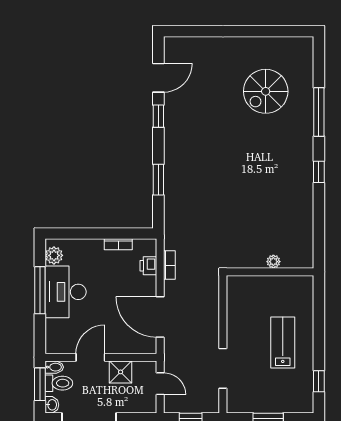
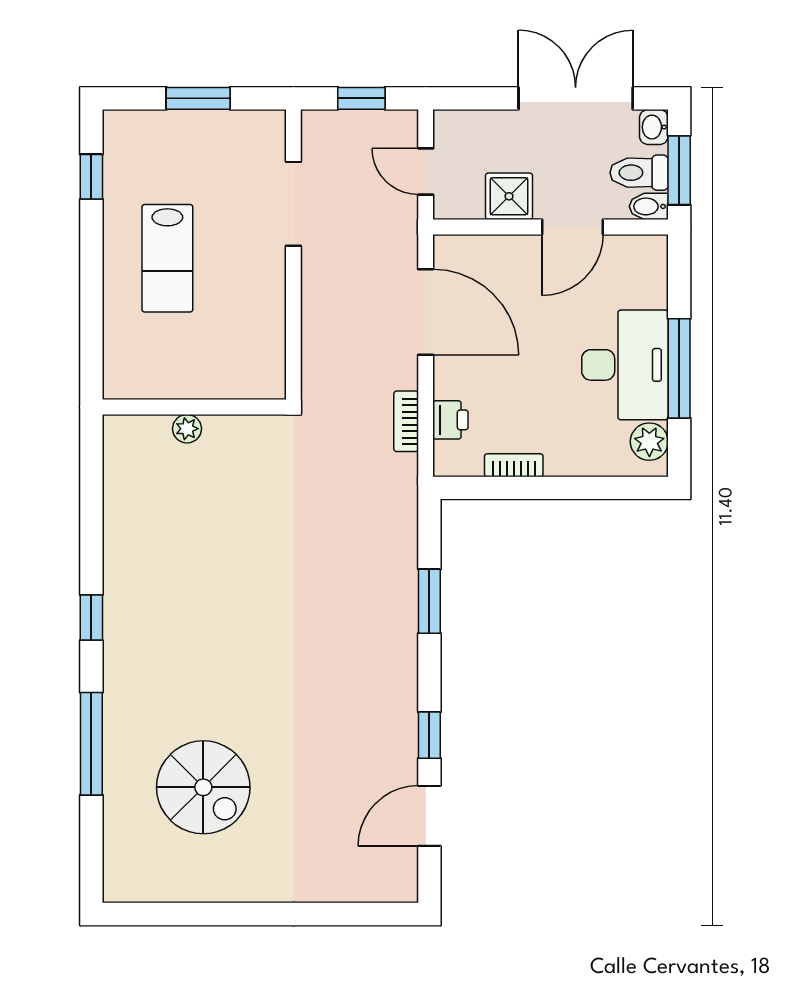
spiral stairs: (266, 91) -> (203, 787), turned 90

